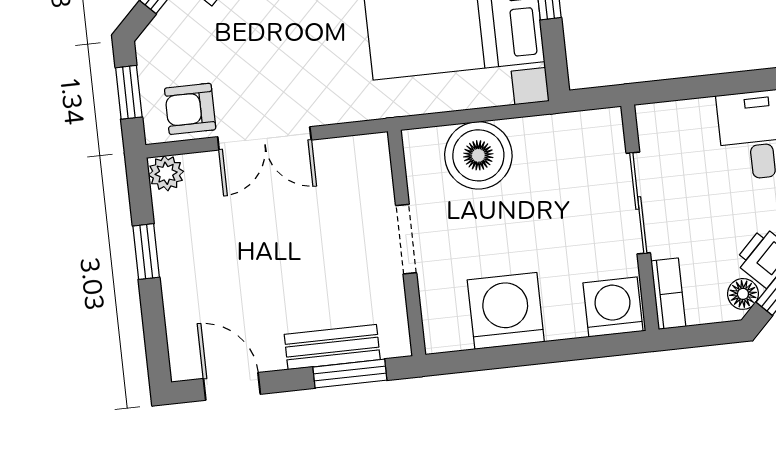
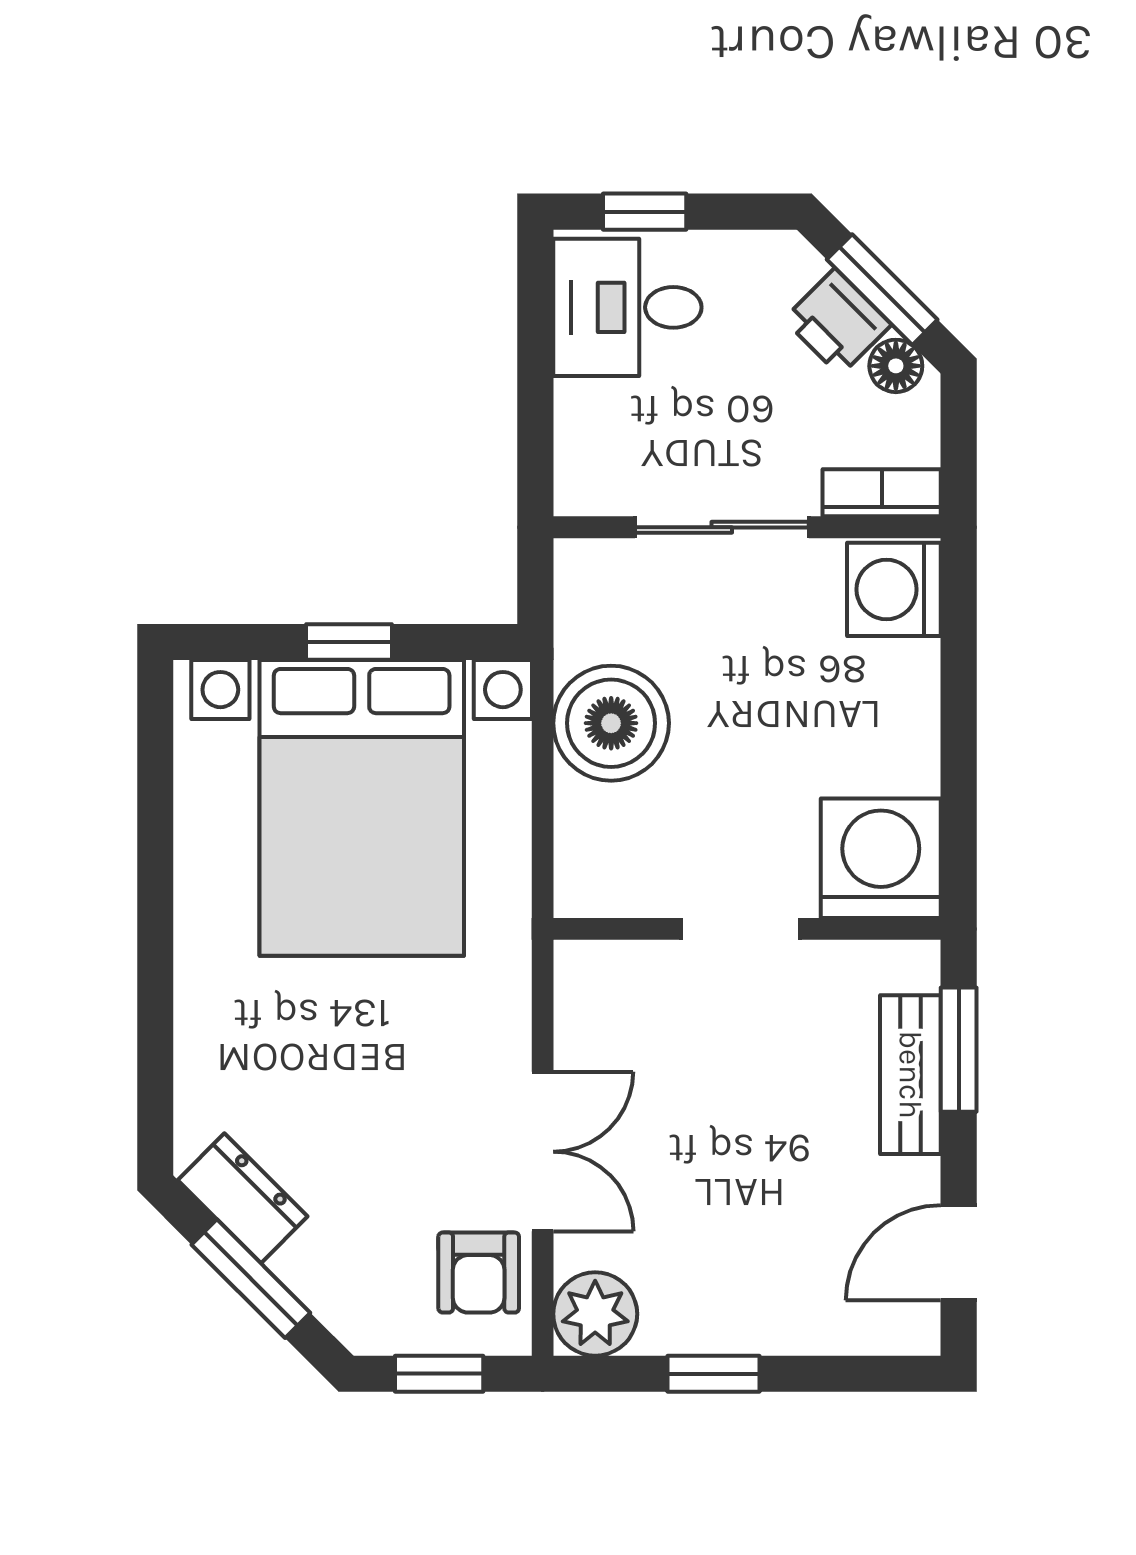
boiler: (478, 155) -> (611, 723), moved
plant: (166, 173) -> (595, 1314), width x1.38, depth x1.38
washing machine: (506, 311) -> (881, 858), moved, turned 90

